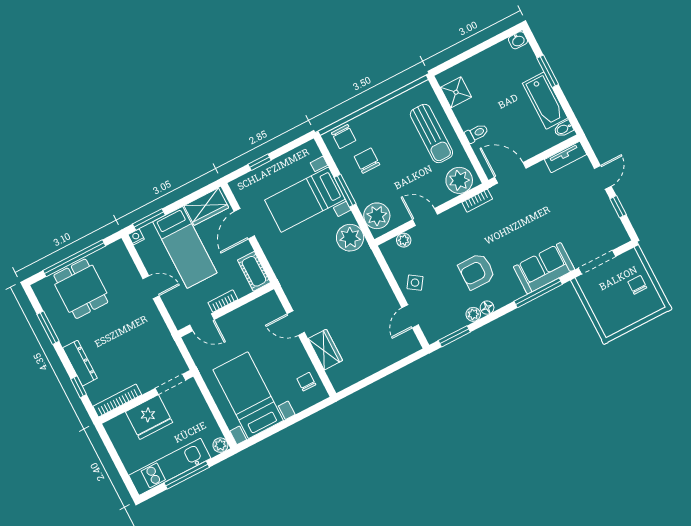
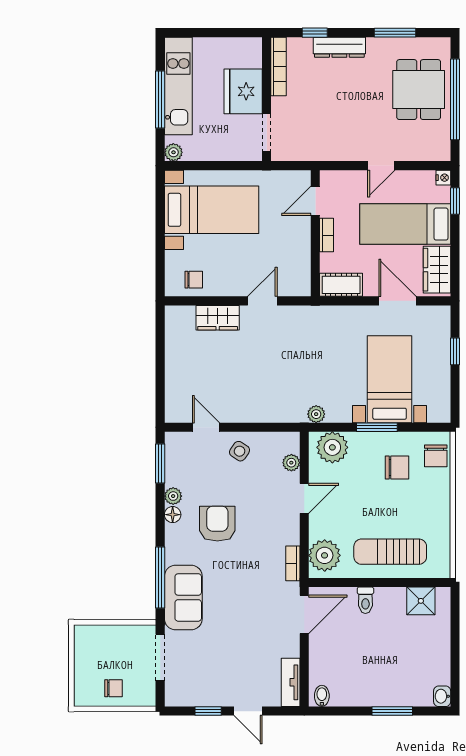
bathtub: (545, 101) -> (362, 692), removed
chair: (344, 137) -> (436, 456), turned -90
window: (149, 220) -> (455, 201), width x0.67
plant: (350, 238) -> (316, 414), width x0.53, depth x0.53
dining table: (81, 289) -> (419, 90), turned 90

